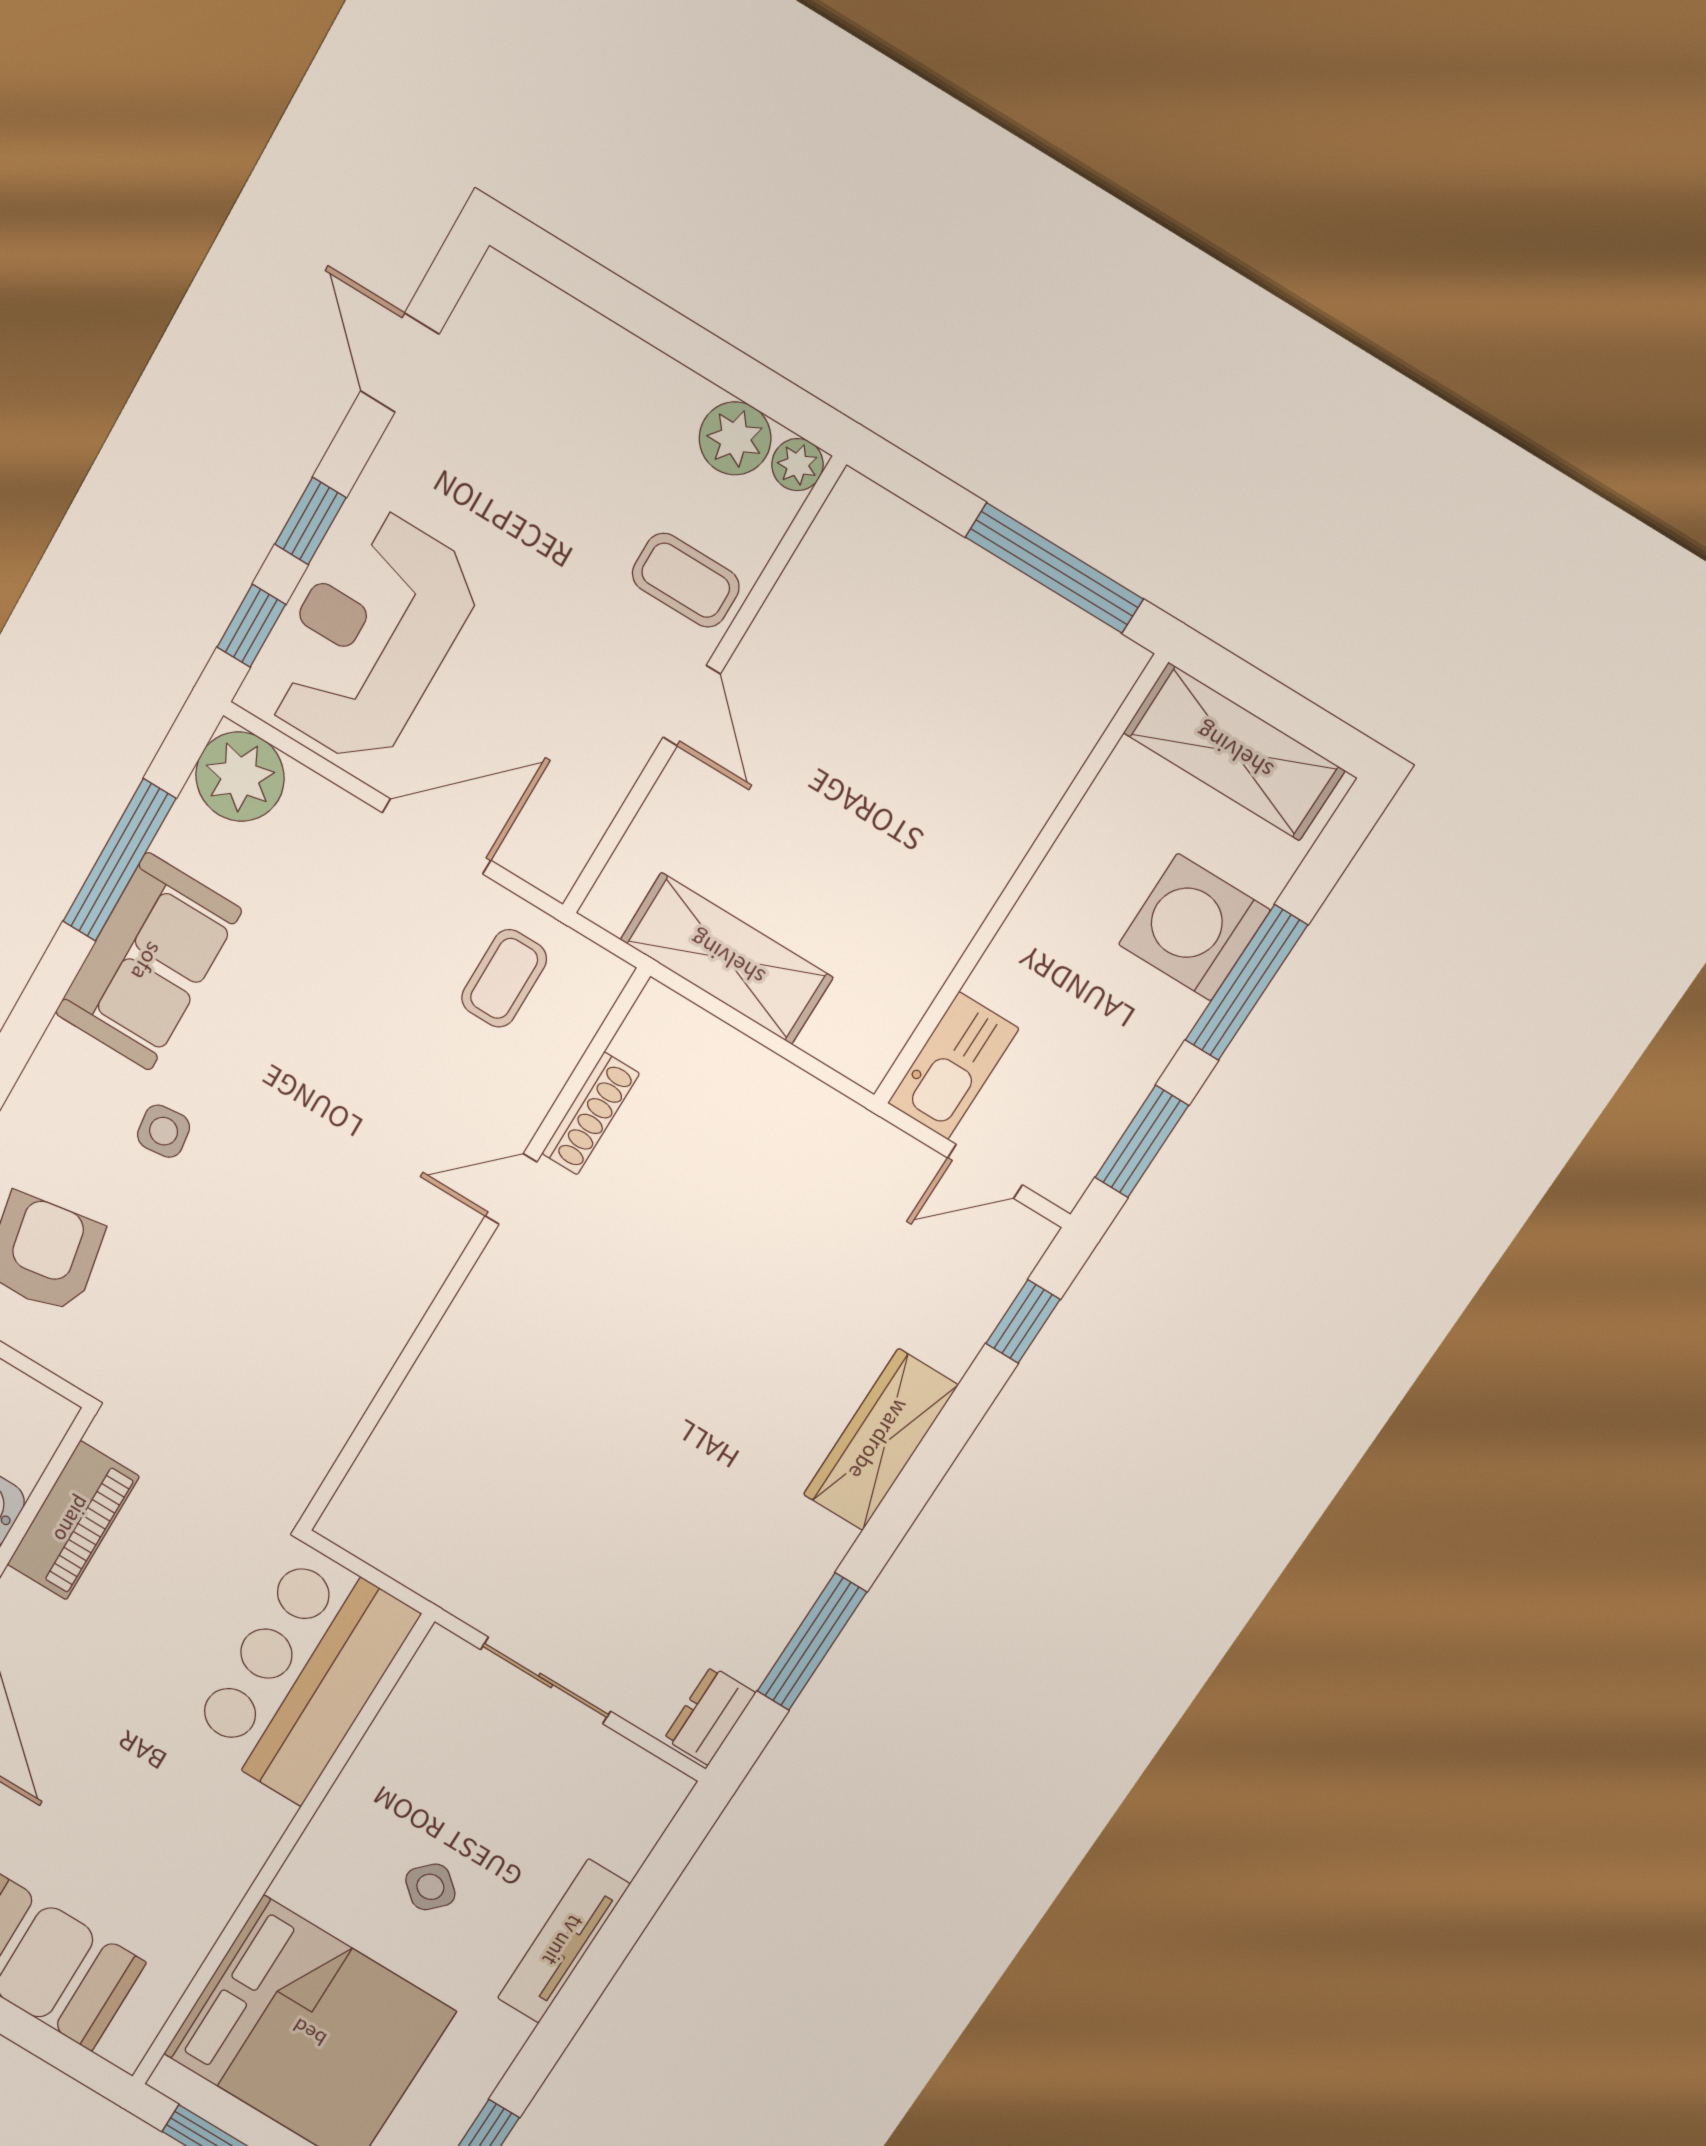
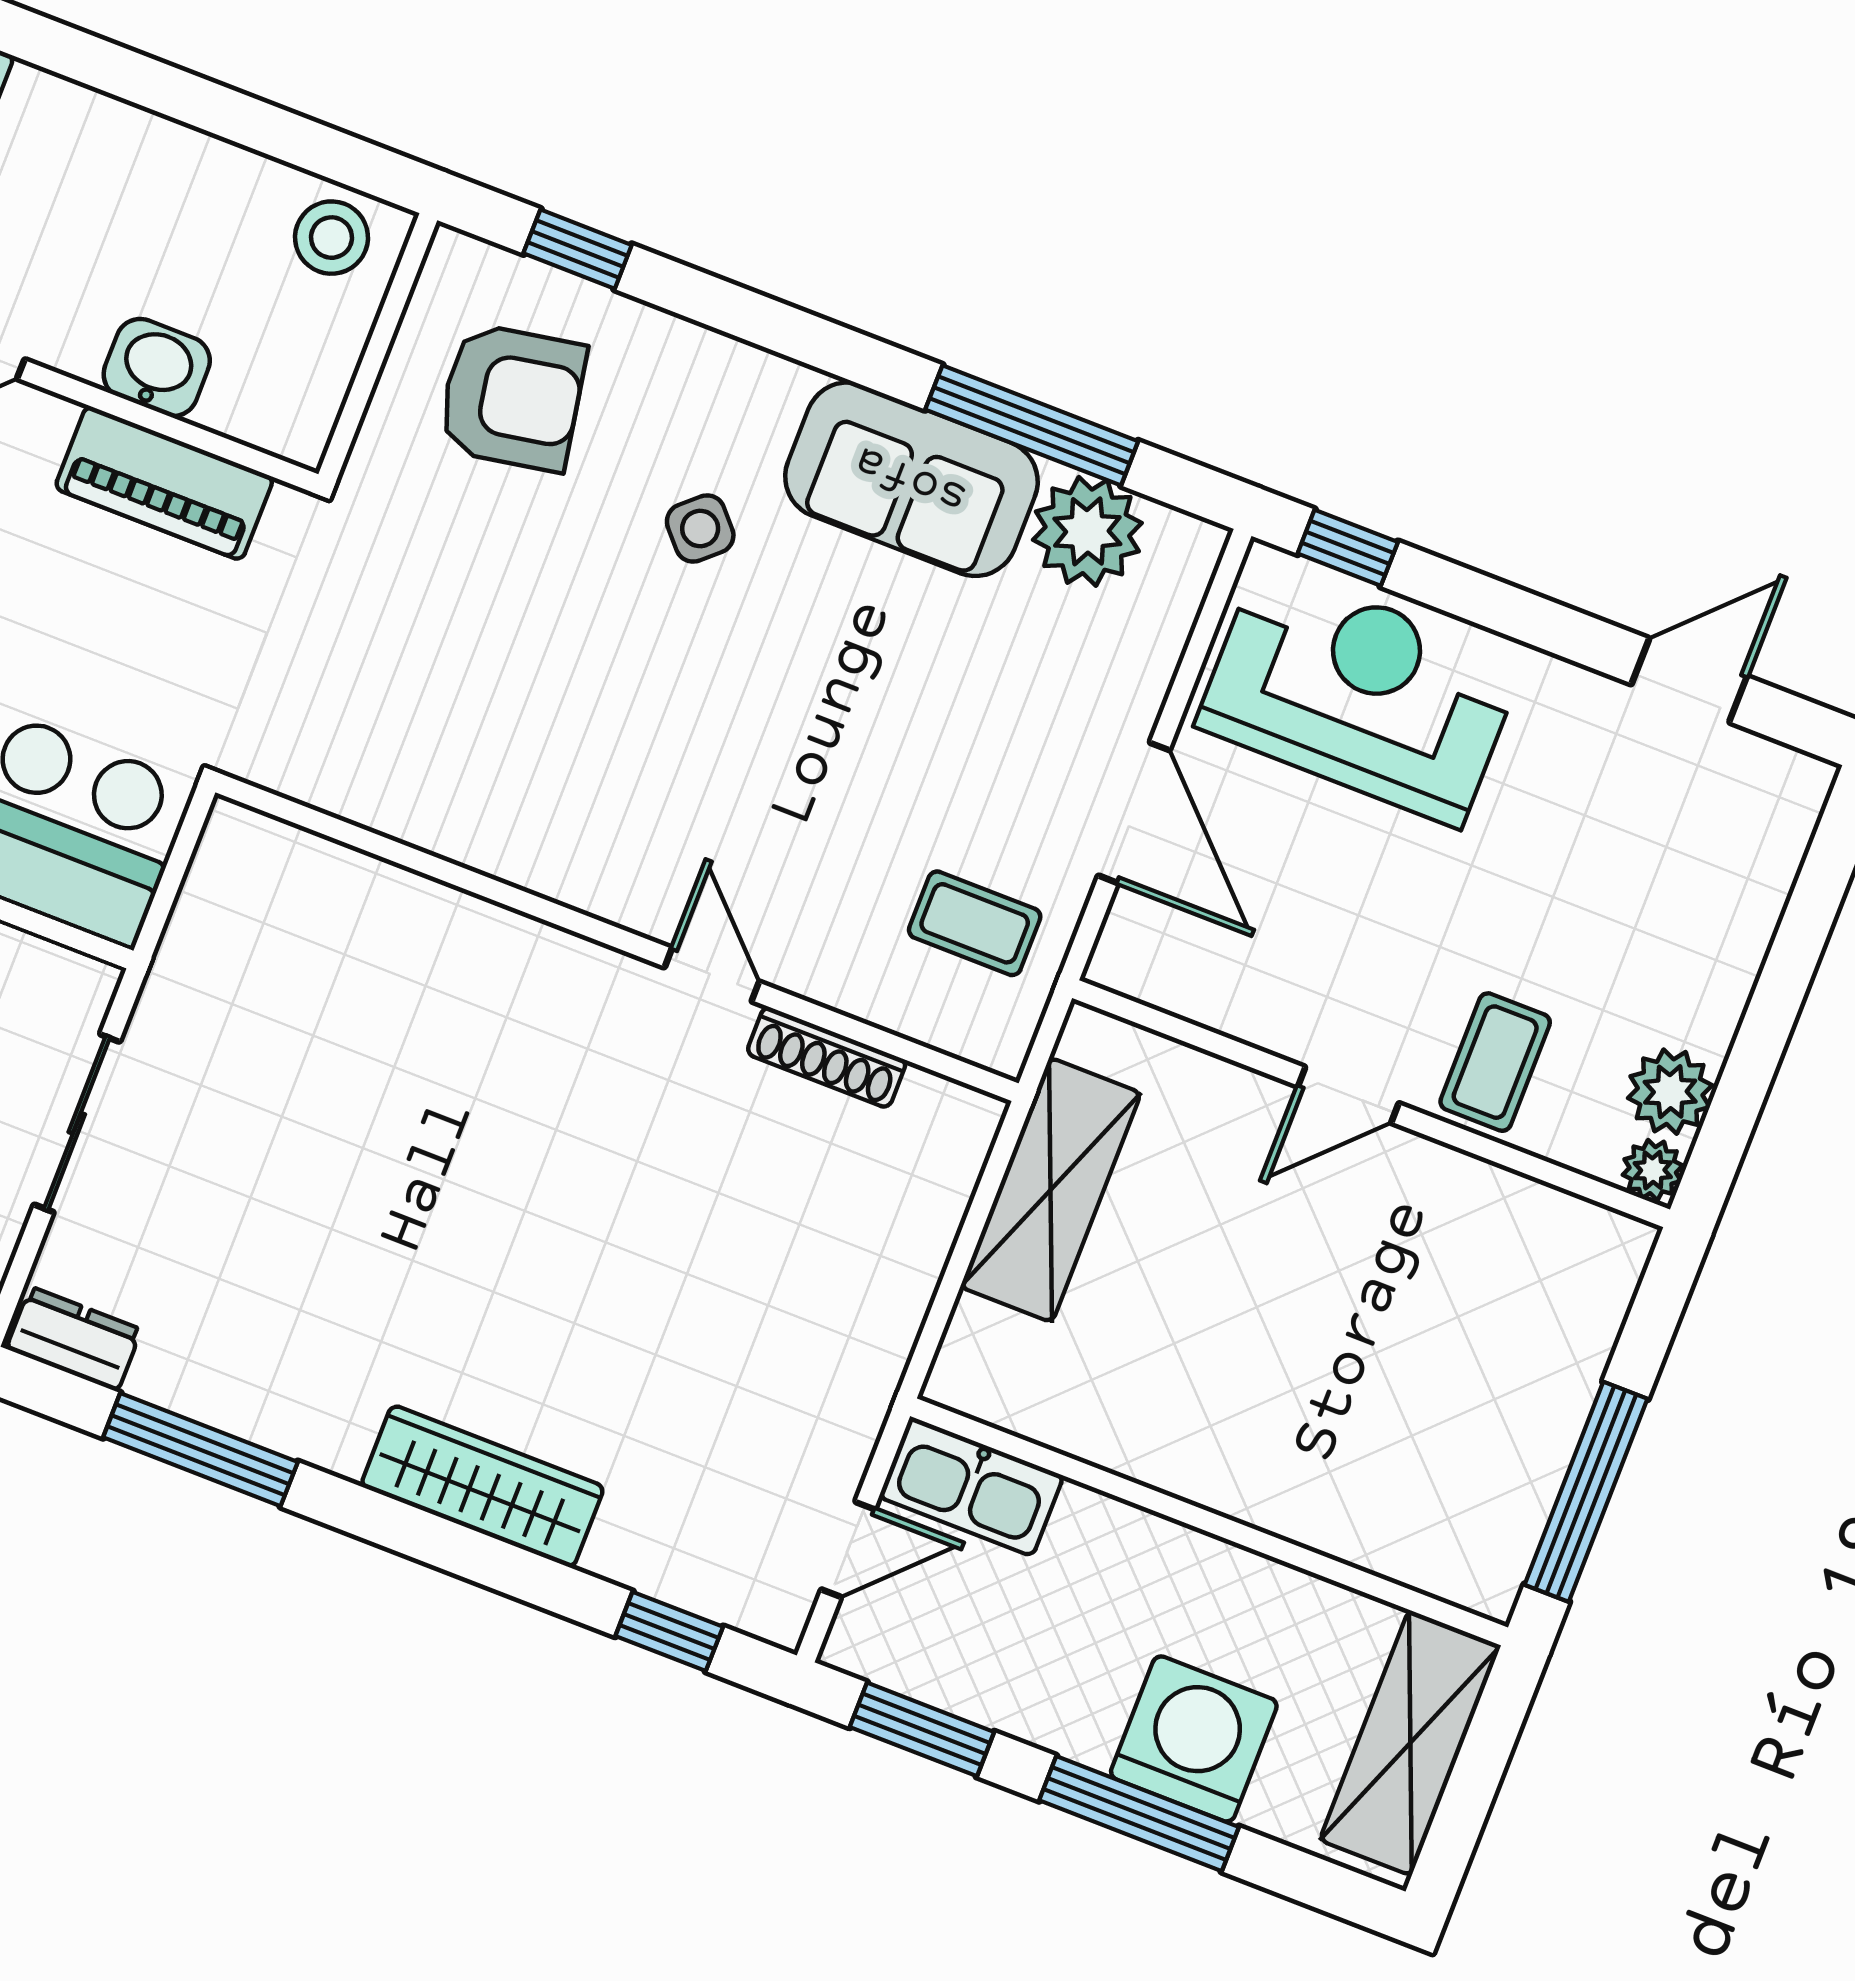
window: (310, 521) -> (1485, 601), removed
plant: (240, 777) -> (1087, 531), moved
side table: (164, 1131) -> (700, 528), turned -35
door: (985, 1171) -> (848, 1549), swing flipped

